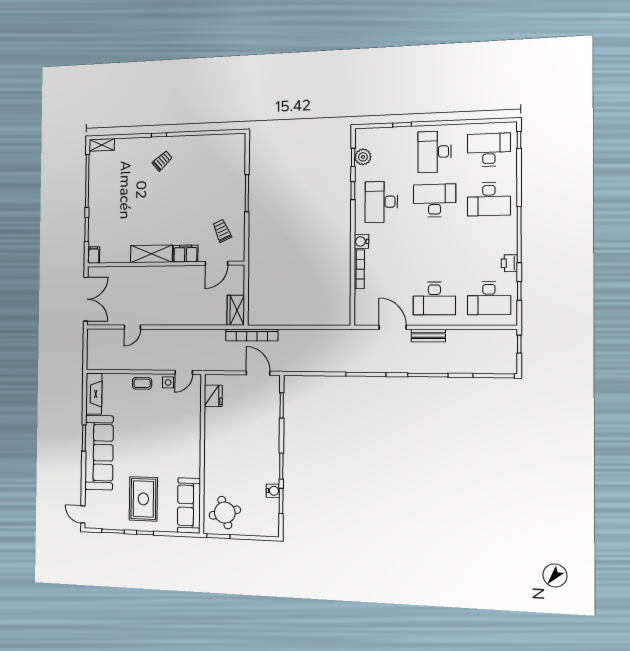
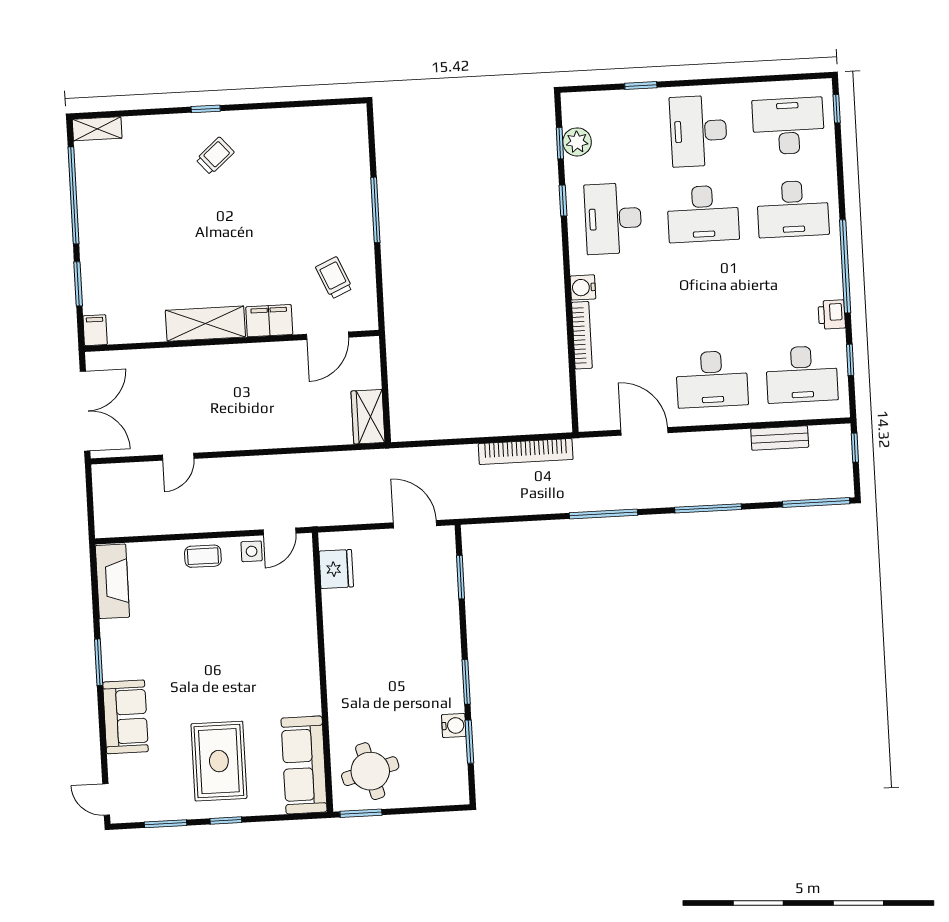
desk: (435, 201) -> (703, 214), turned 180
bookcase: (252, 335) -> (526, 452), moved
bench: (428, 336) -> (780, 438), moved
sofa: (99, 453) -> (126, 717), width x0.54, depth x0.79

